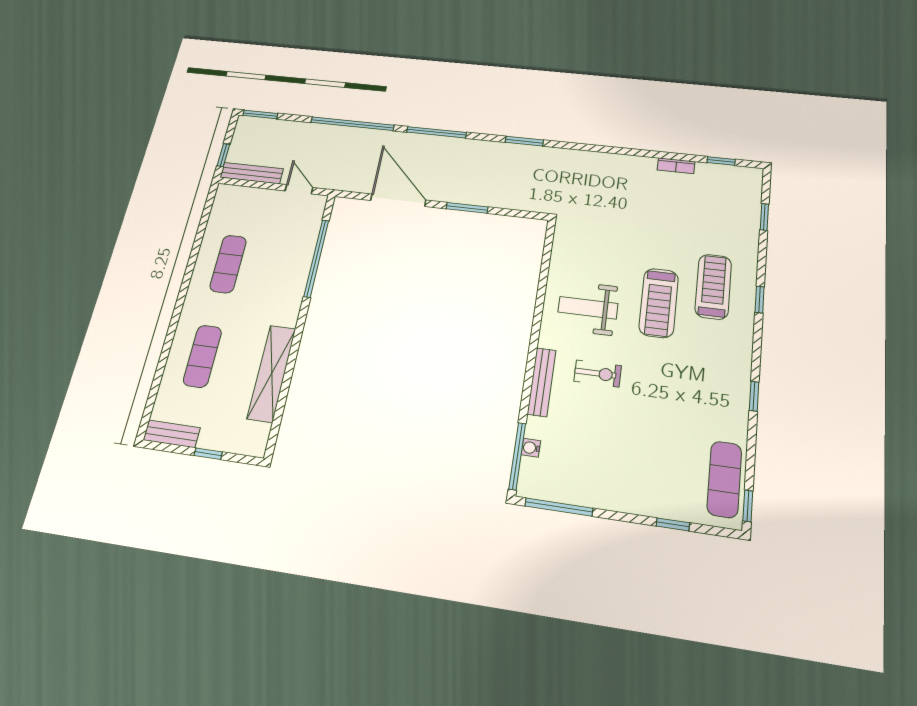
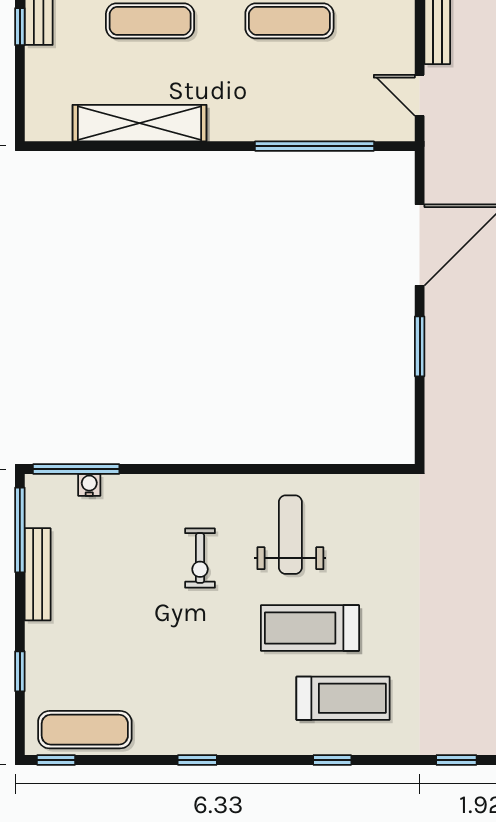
door: (299, 189) -> (420, 95), swing flipped
bench: (542, 382) -> (38, 574), moved, turned 90
window: (208, 454) -> (20, 27), moved

